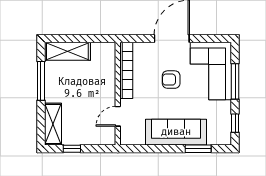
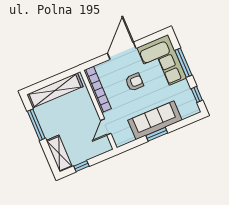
shelving: (67, 51) -> (55, 91), width x1.47
armchair: (171, 80) -> (134, 82), turned 180
window: (198, 149) -> (157, 134), moved

